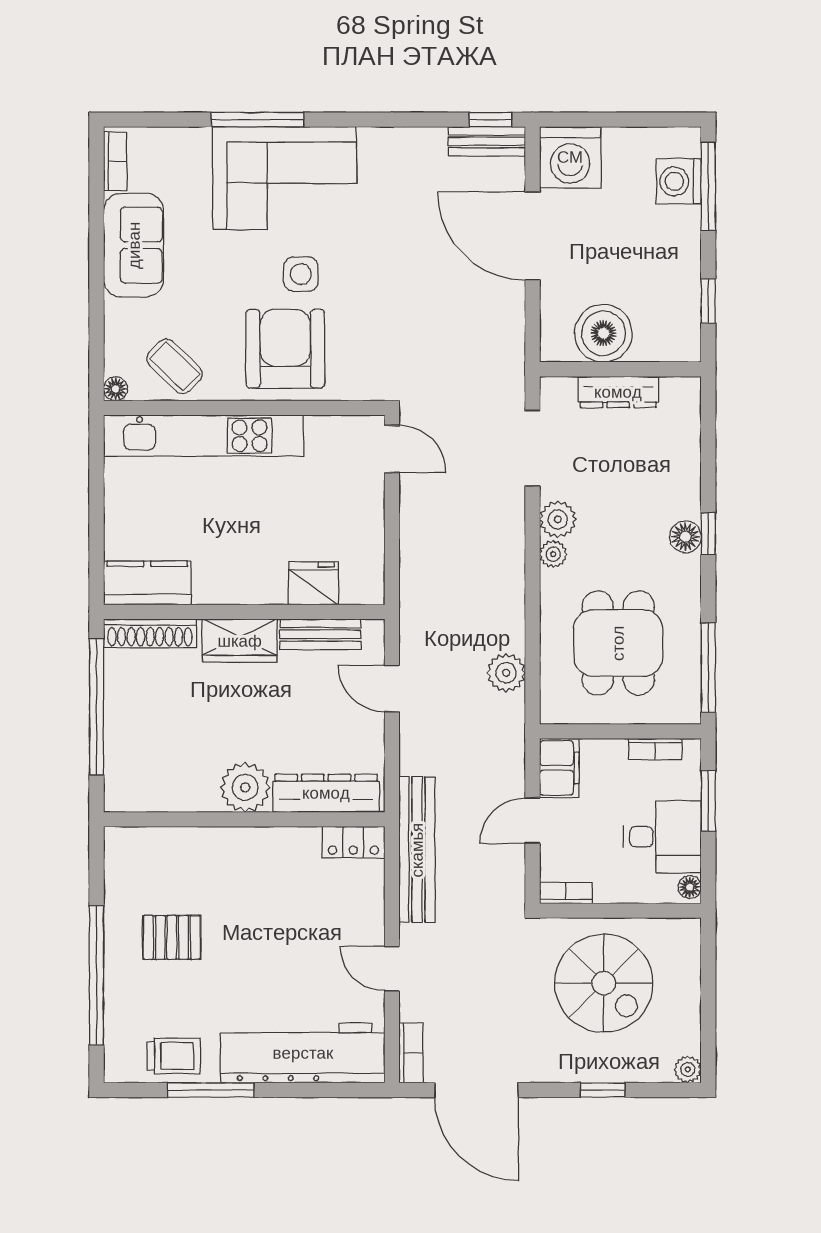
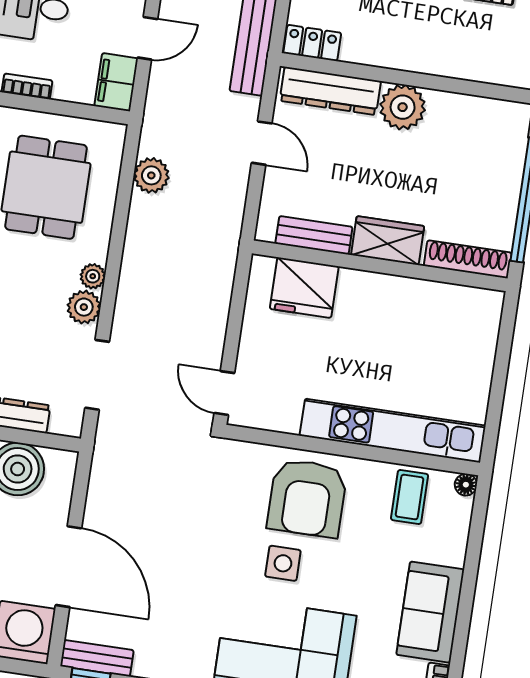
coffee table: (175, 366) -> (410, 497), turned 46
kitchen counter: (147, 583) -> (463, 305), removed
fridge: (313, 583) -> (304, 288), width x1.36, depth x1.34
door: (392, 689) -> (262, 143), moved

